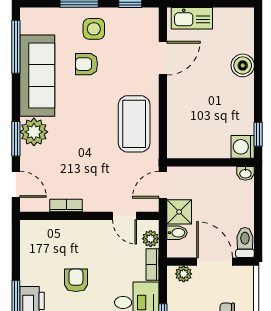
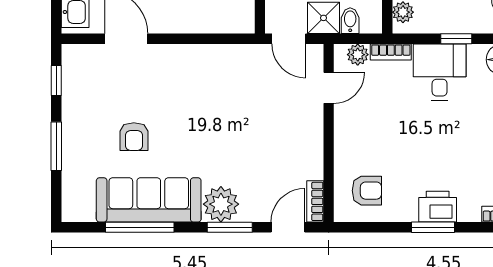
side table: (94, 29) -> (89, 127), removed
window: (16, 47) -> (140, 227), moved
coffee table: (134, 124) -> (211, 76), removed
bookcase: (66, 206) -> (315, 201), moved
armchair: (76, 280) -> (367, 191), moved, turned 180

